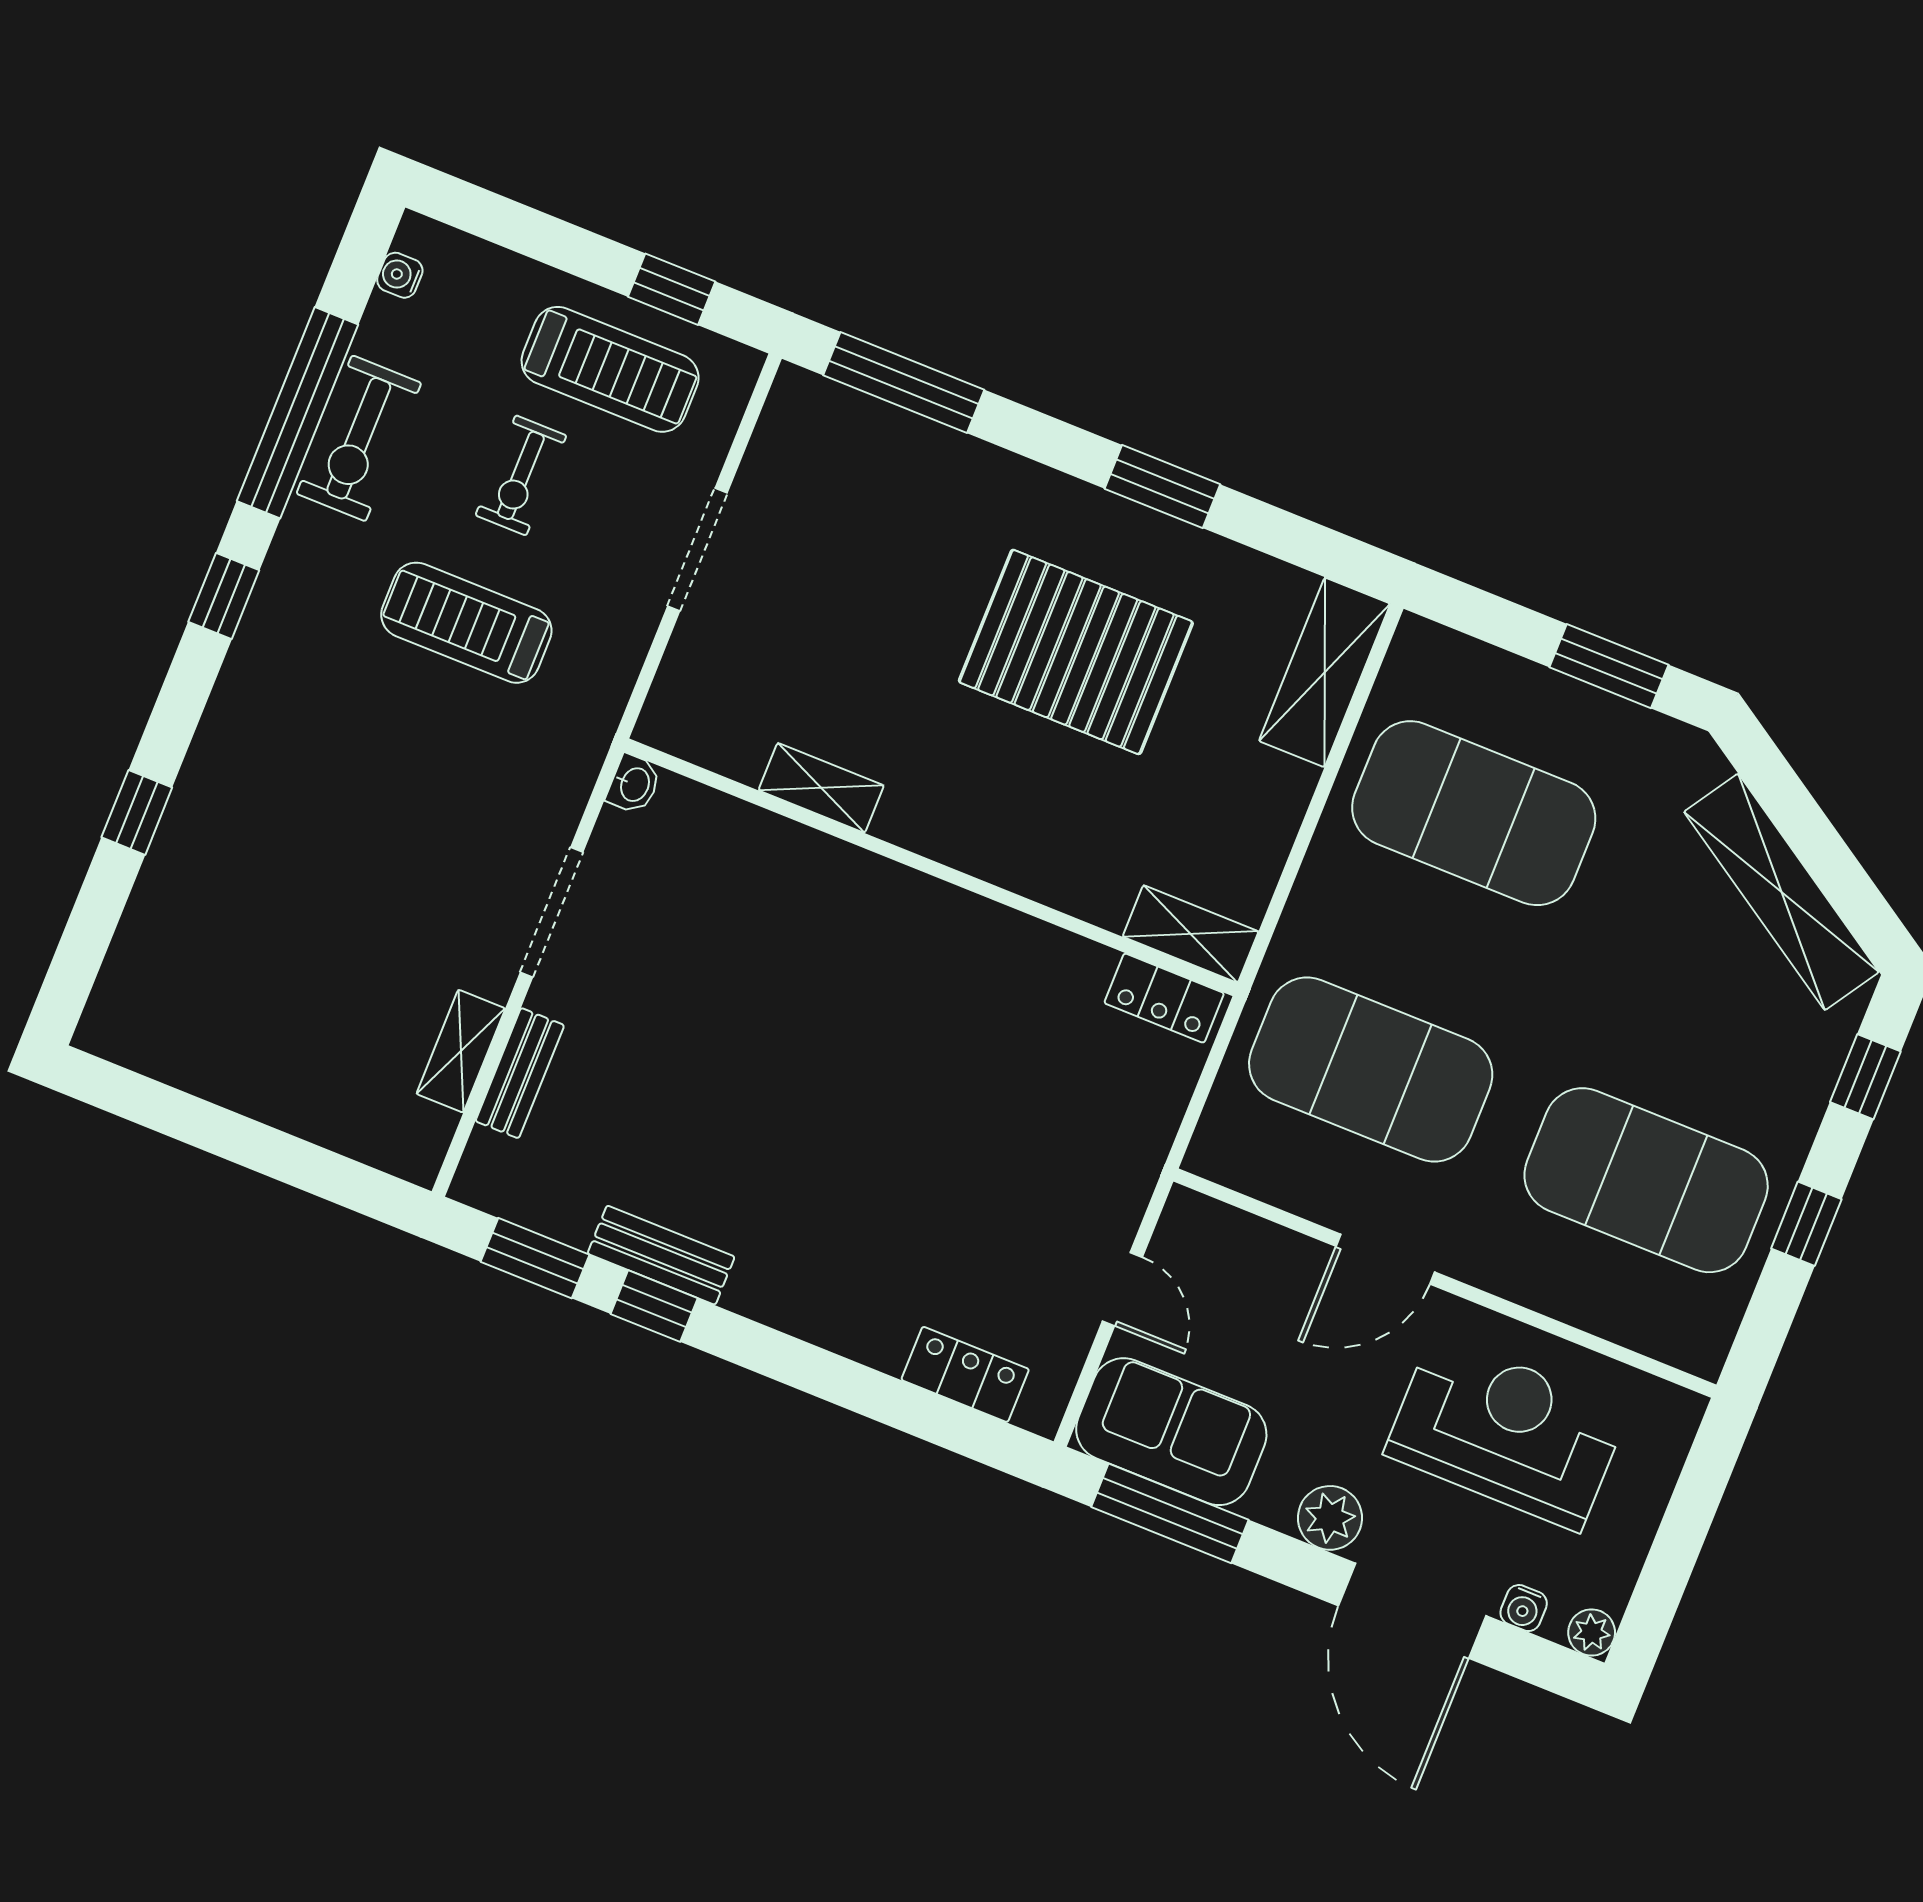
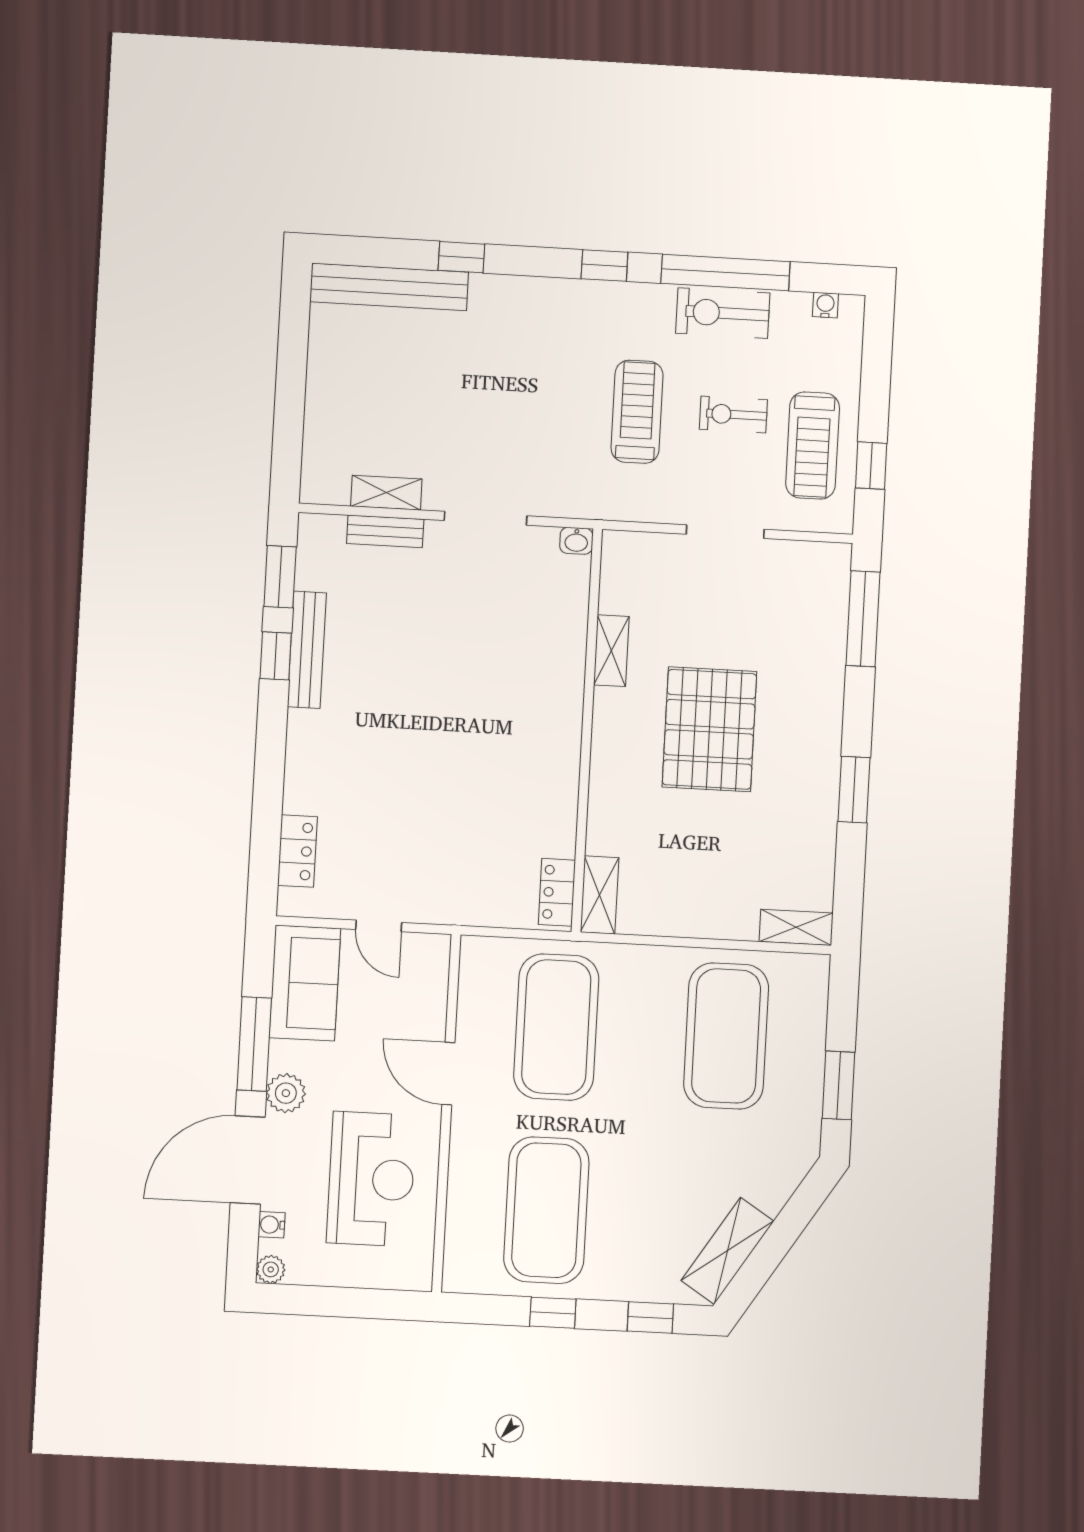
pallet: (1076, 652) -> (709, 729), moved
shelving: (1325, 672) -> (796, 927), width x0.67, depth x0.75
shelving: (1781, 892) -> (727, 1251), width x0.68
bench: (145, 939) -> (389, 287), added
bench: (661, 1255) -> (307, 650), width x1.36
door: (1122, 1289) -> (379, 926), hinge flipped
window: (1170, 1513) -> (254, 1044), moved

